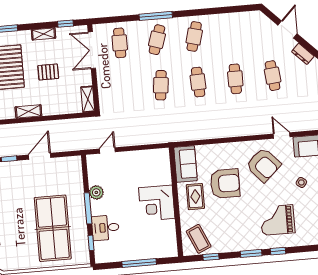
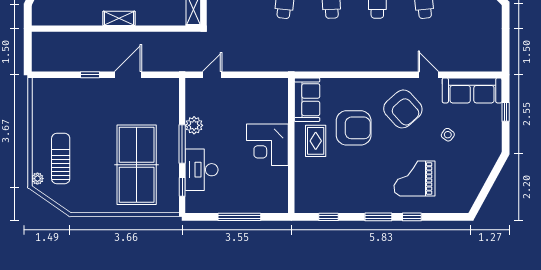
desk: (105, 228) -> (202, 170), width x1.37
coffee table: (199, 239) -> (315, 193), removed

